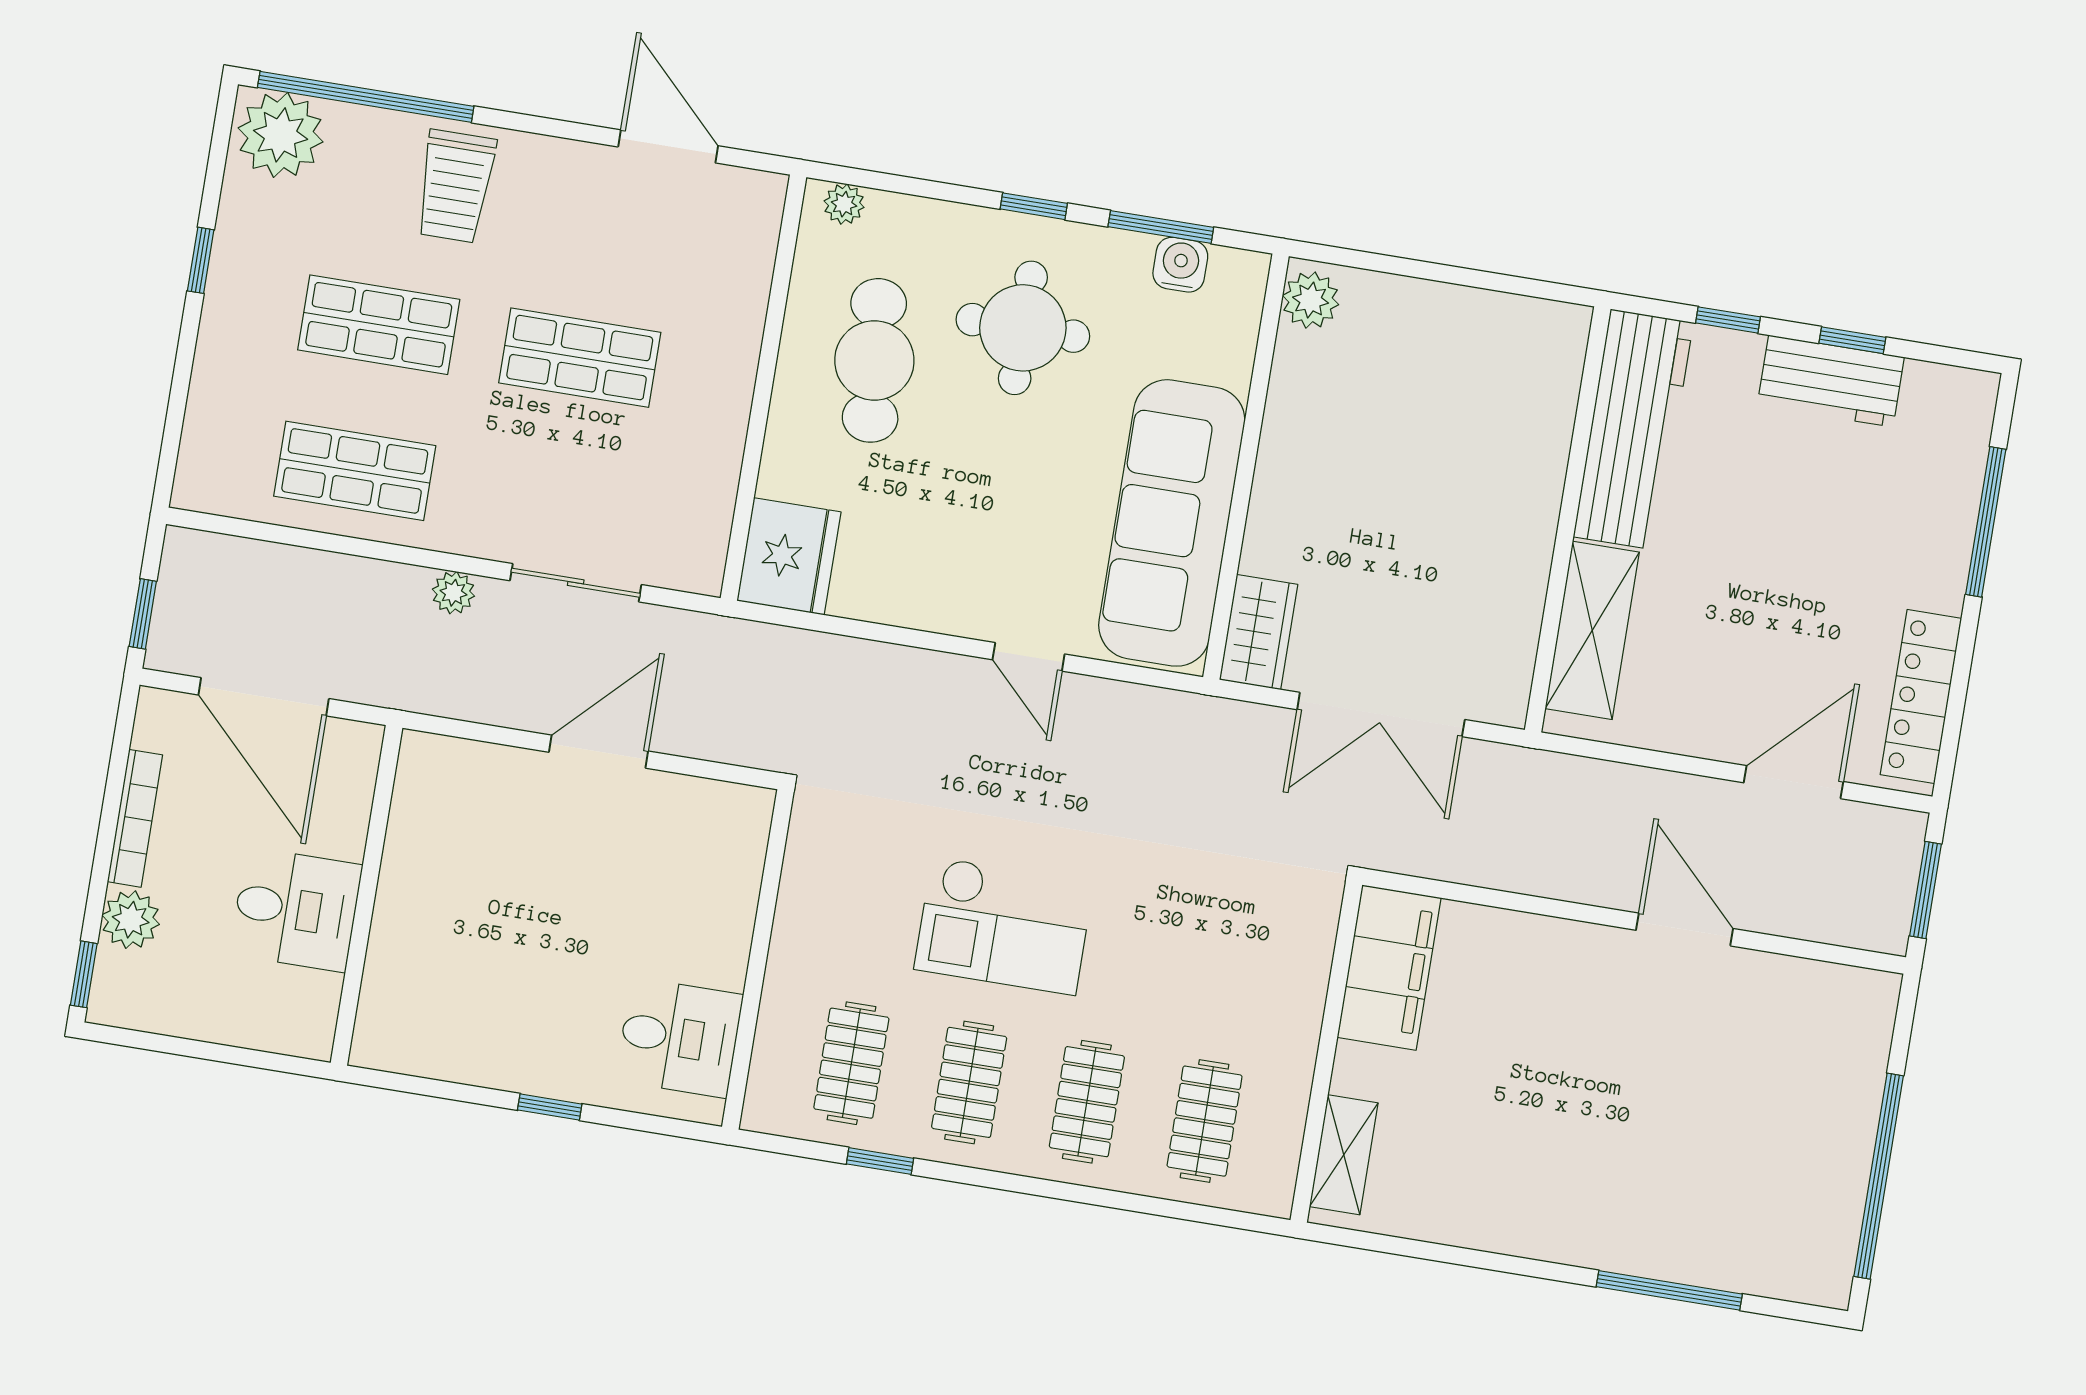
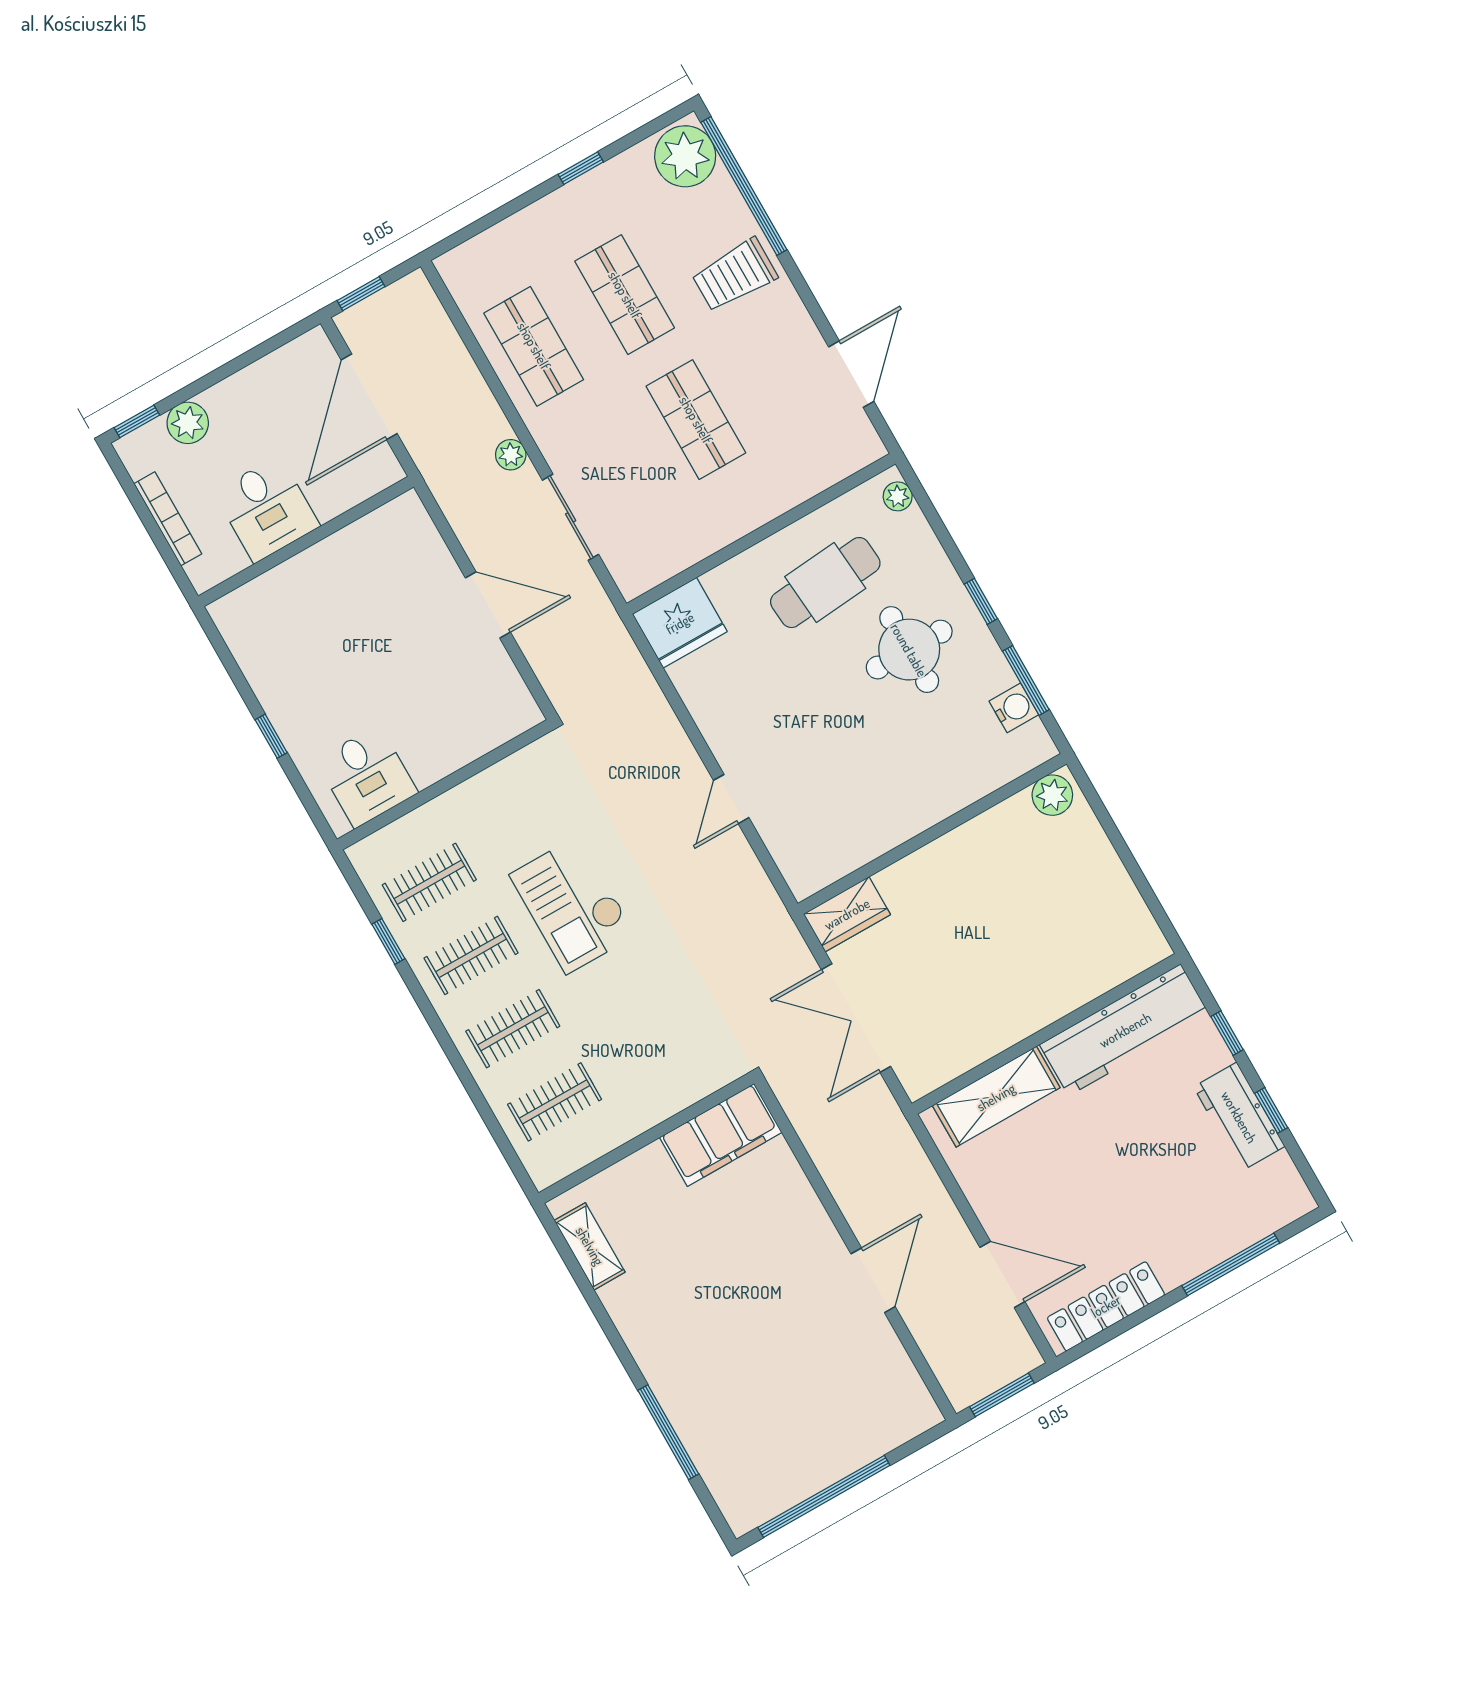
sofa: (1172, 523) -> (868, 818), removed
bookcase: (135, 818) -> (168, 519), moved, turned -90
shelving: (1344, 1155) -> (590, 1246), moved, turned 90

